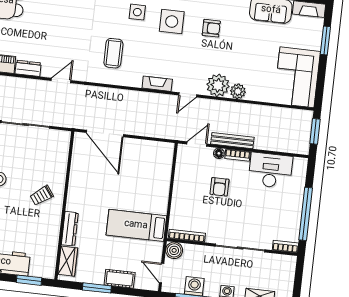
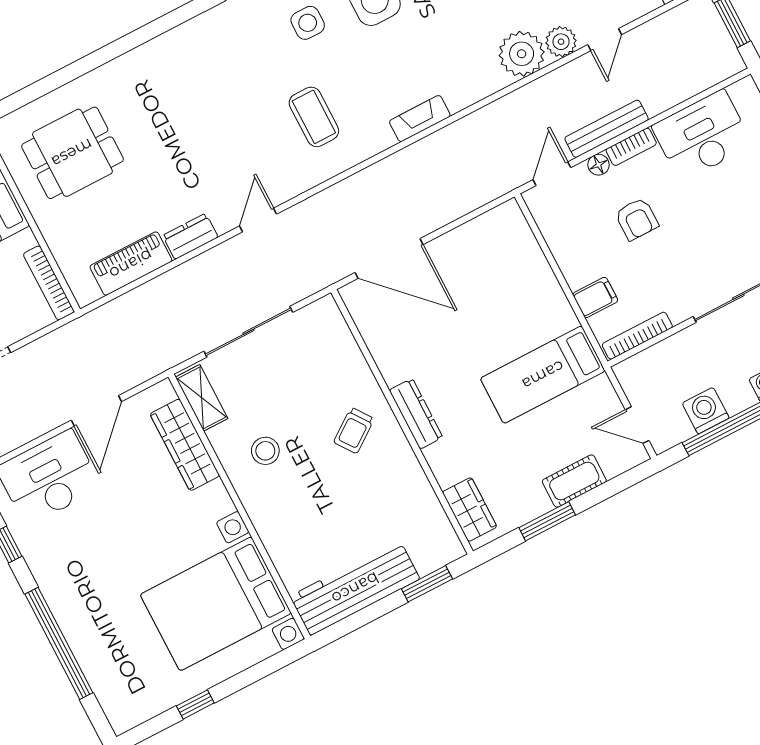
door: (188, 95) -> (605, 40), moved
filing cabinet: (180, 208) -> (595, 297), added
dresser: (70, 229) -> (416, 414), moved
boiler: (174, 250) -> (633, 374), removed

